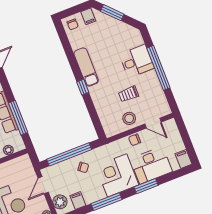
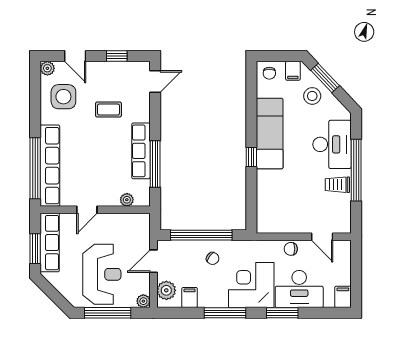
desk: (137, 61) -> (332, 144), width x1.37
exam couch: (86, 67) -> (270, 134), width x1.36, depth x1.45
trolley: (128, 94) -> (337, 185), moved
stool: (129, 118) -> (312, 96), moved

